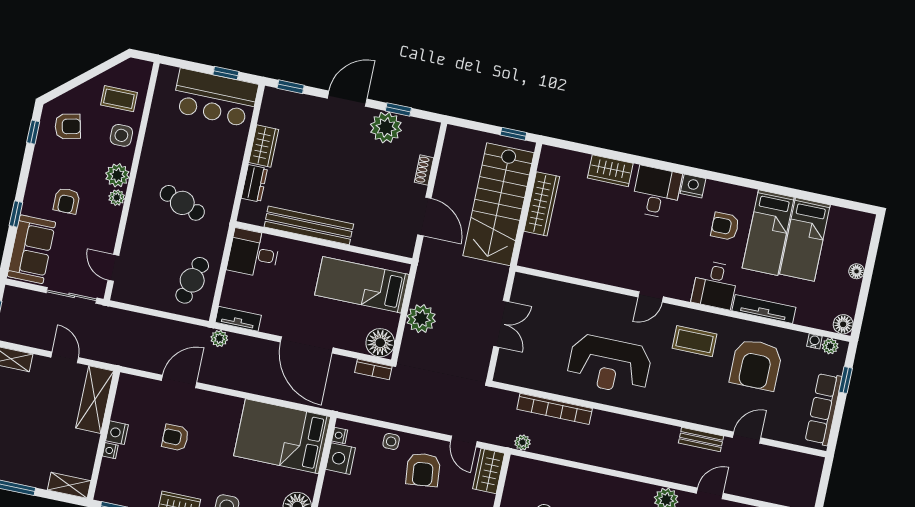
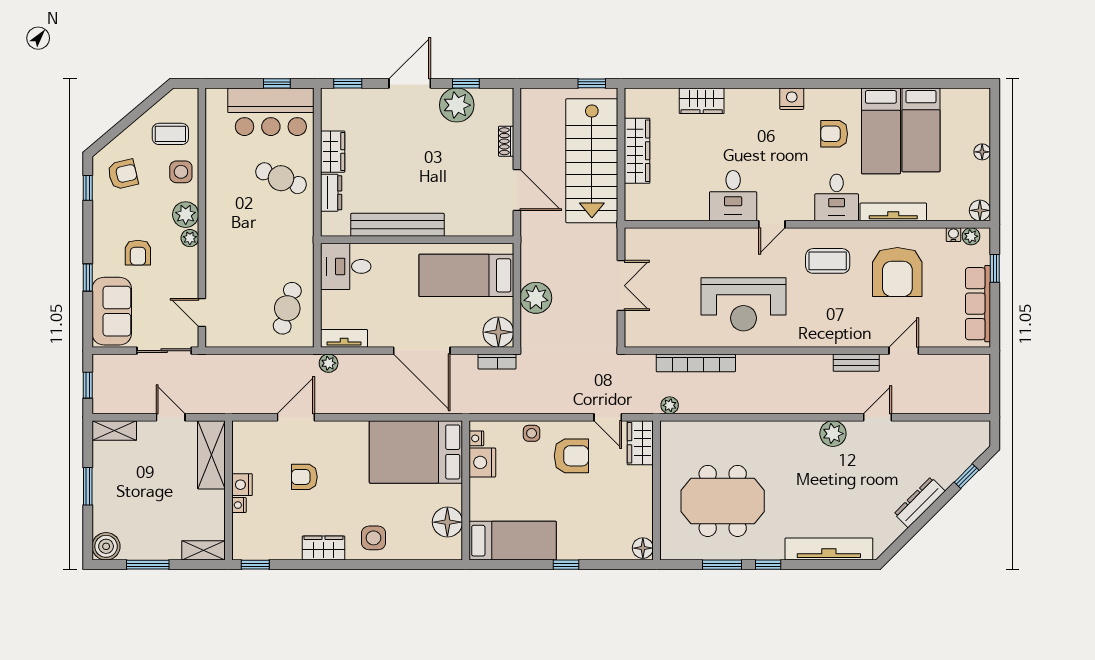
desk: (656, 192) -> (733, 196), moved, turned 180
cafe table: (182, 203) -> (281, 178), moved
armchair: (423, 470) -> (571, 456), turned -84

